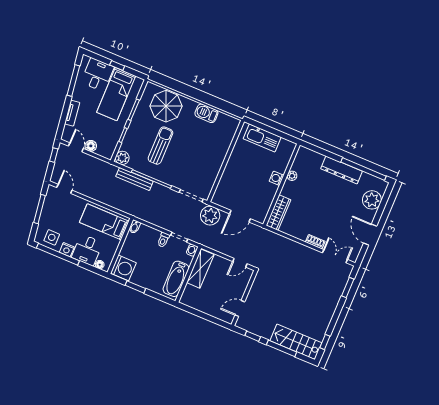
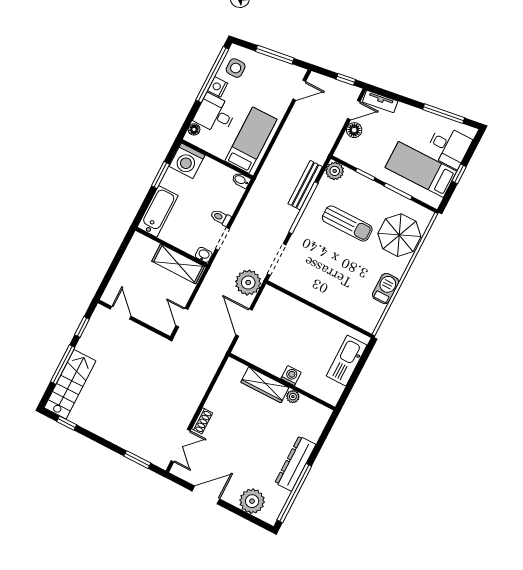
tv unit: (72, 113) -> (380, 101), moved
wardrobe: (278, 213) -> (265, 385), moved
bathtub: (176, 279) -> (158, 211), moved, turned 90

